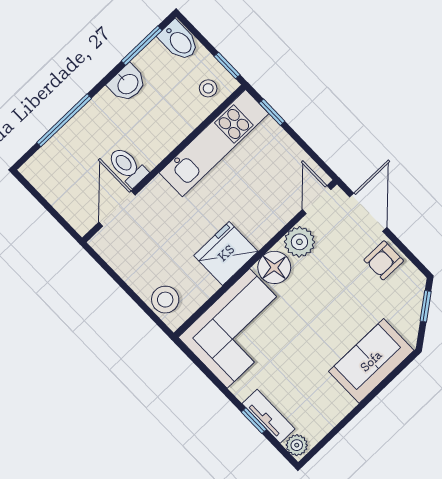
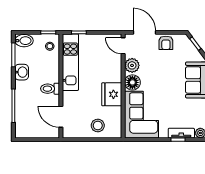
toilet: (127, 167) -> (50, 89), moved
stool: (165, 300) -> (98, 125), moved

